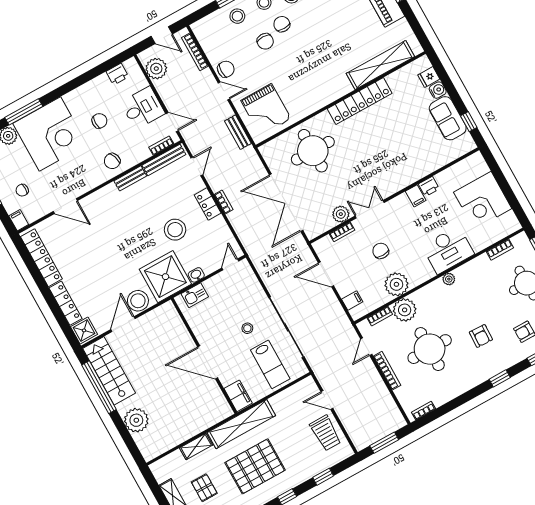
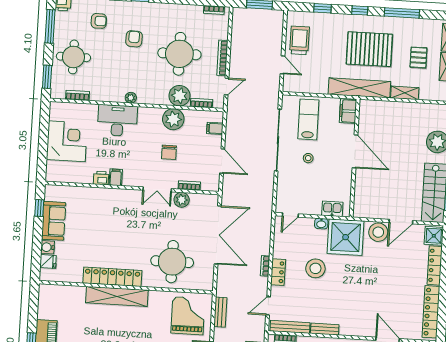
shelving: (380, 65) -> (117, 296), moved

